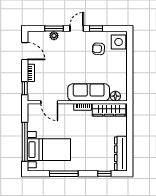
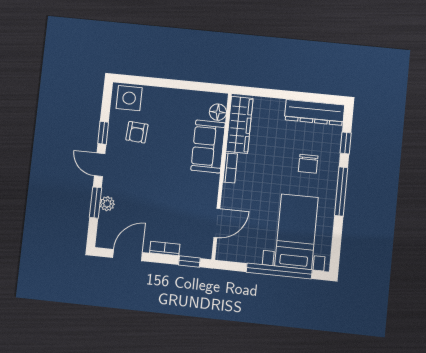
sofa: (89, 92) -> (208, 146), width x0.73
chair: (90, 153) -> (308, 164), added
window: (64, 174) -> (341, 192), moved

